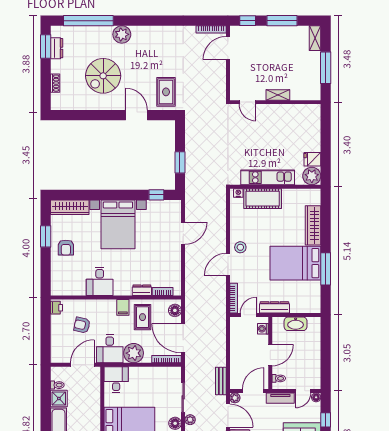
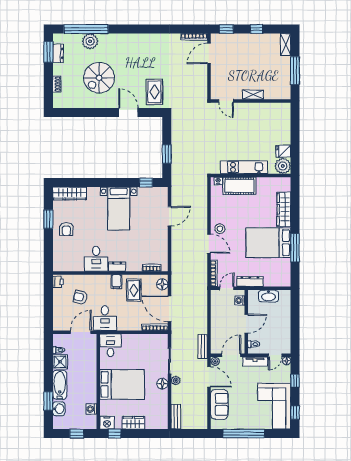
window: (282, 21) -> (257, 29), width x0.46
plant: (122, 34) -> (90, 41), moved
bed with nightstands: (118, 224) -> (119, 208), width x0.73
door: (228, 264) -> (209, 244), swing flipped
dresser: (142, 290) -> (117, 267), moved
plant: (134, 353) -> (126, 322), removed

